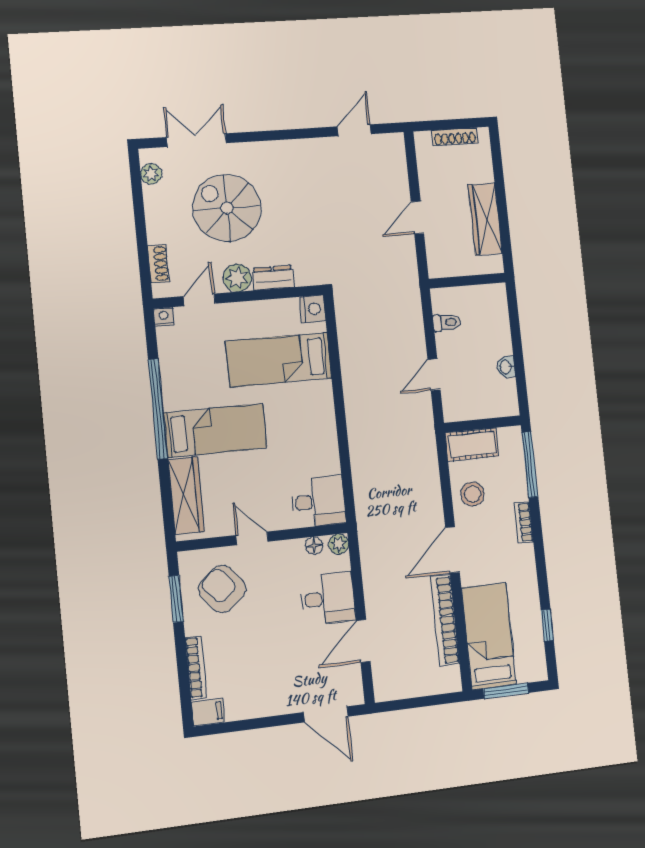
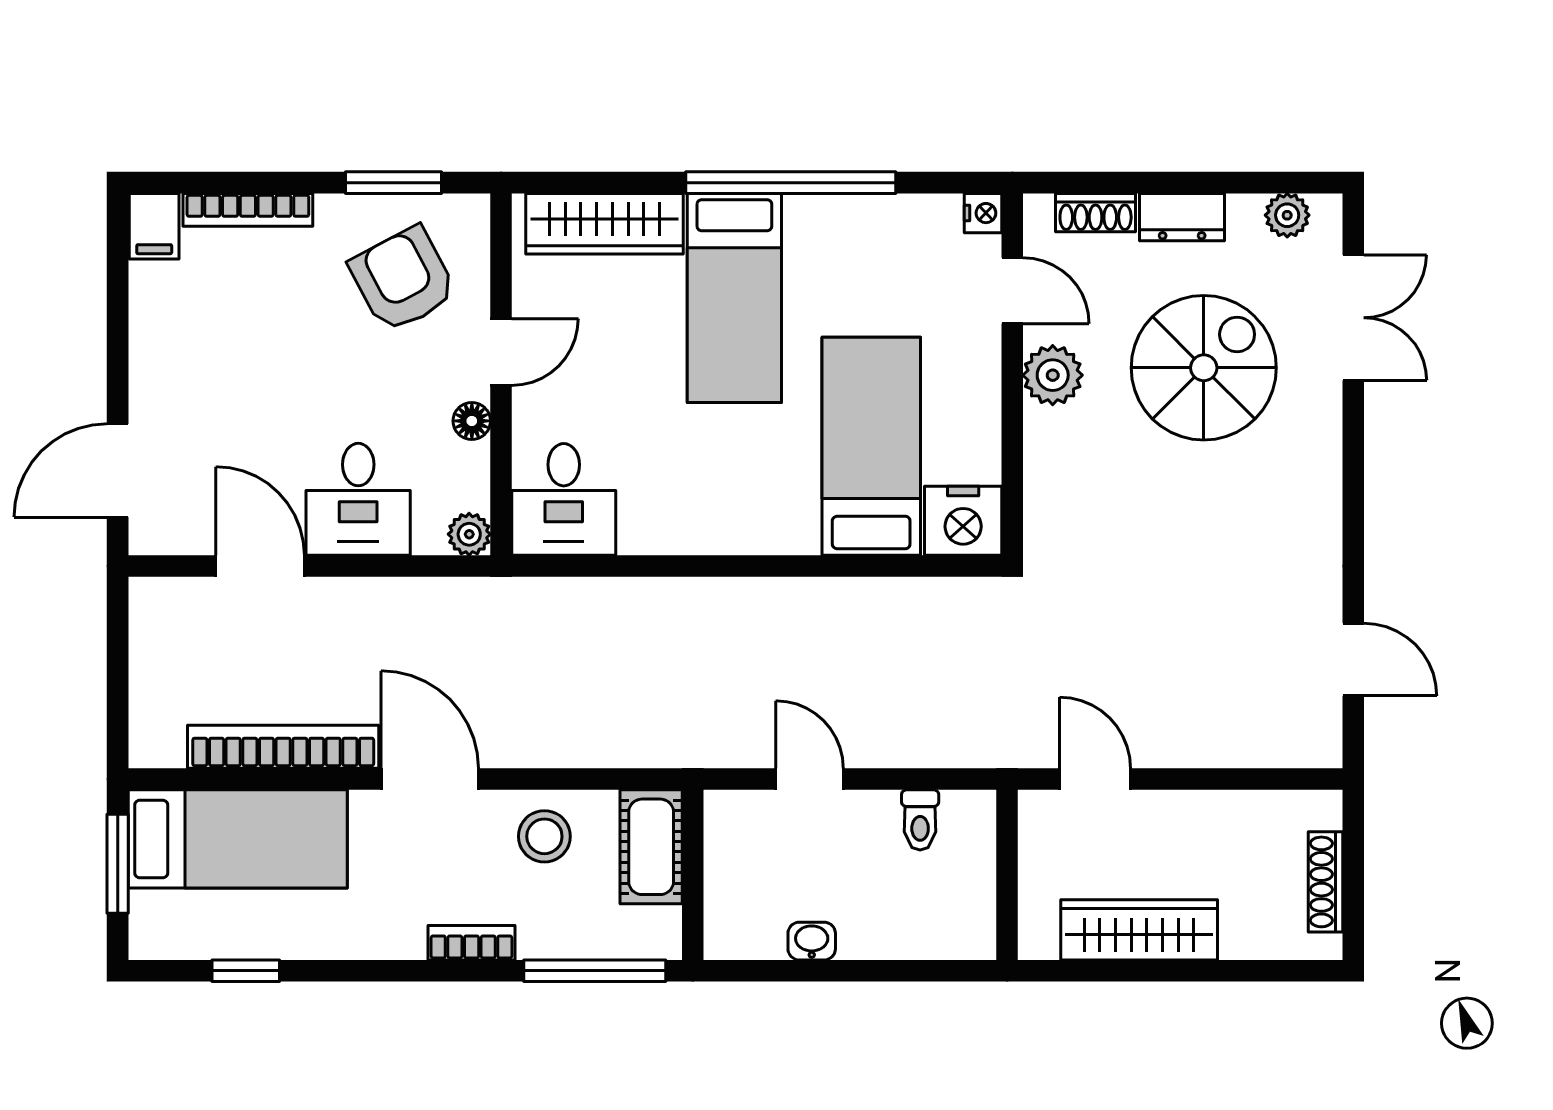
door: (417, 218) -> (1095, 779), moved
dresser: (273, 278) -> (1182, 217), moved, turned 90
nightstand: (313, 309) -> (963, 521), width x1.36, depth x1.33
floor lamp: (314, 546) -> (472, 421), moved
armchair: (222, 589) -> (403, 279), turned -78

